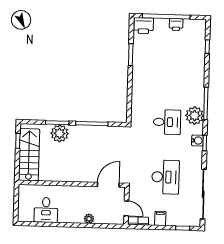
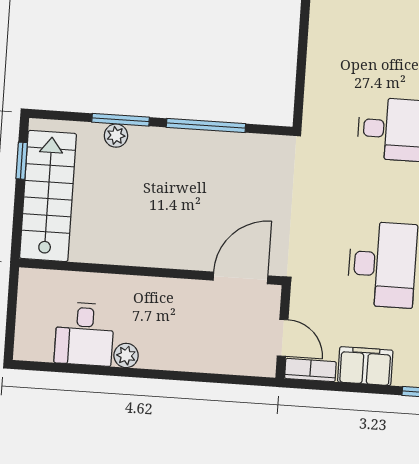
plant: (60, 133) -> (116, 136), width x0.53, depth x0.53
filing cabinet: (160, 218) -> (365, 366), width x2.00
plant: (89, 219) -> (126, 355), moved

